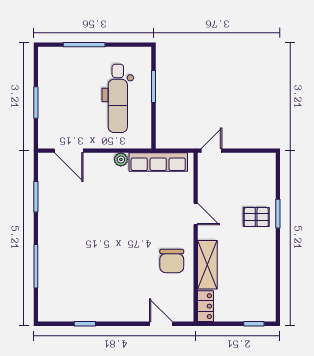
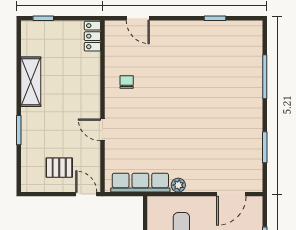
door: (69, 151) -> (231, 194), swing flipped
door: (212, 151) -> (86, 194), swing flipped
pallet: (256, 217) -> (59, 168), moved
chair: (172, 261) -> (127, 82), width x0.54, depth x0.54
shelving: (207, 265) -> (31, 82), moved

